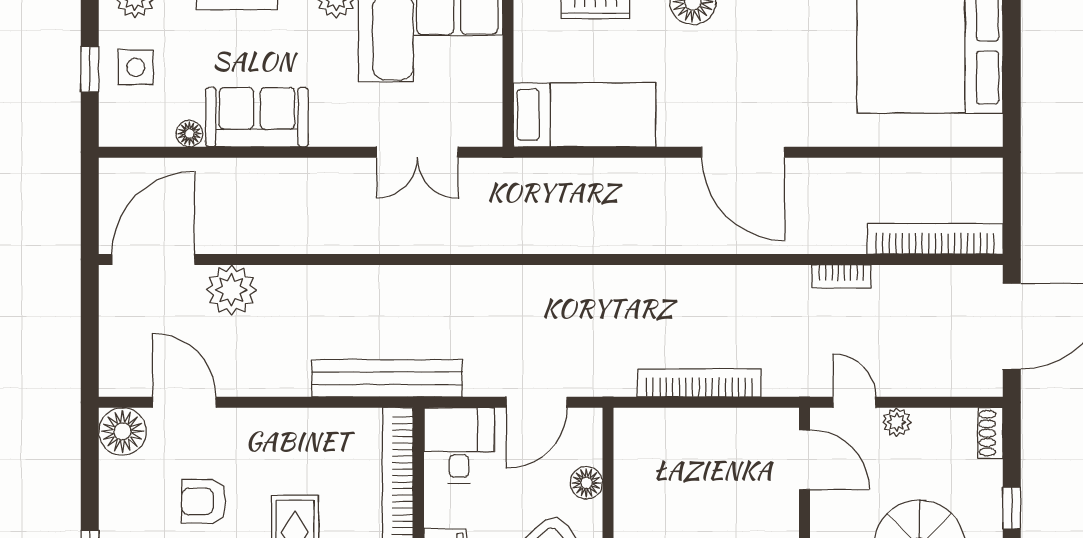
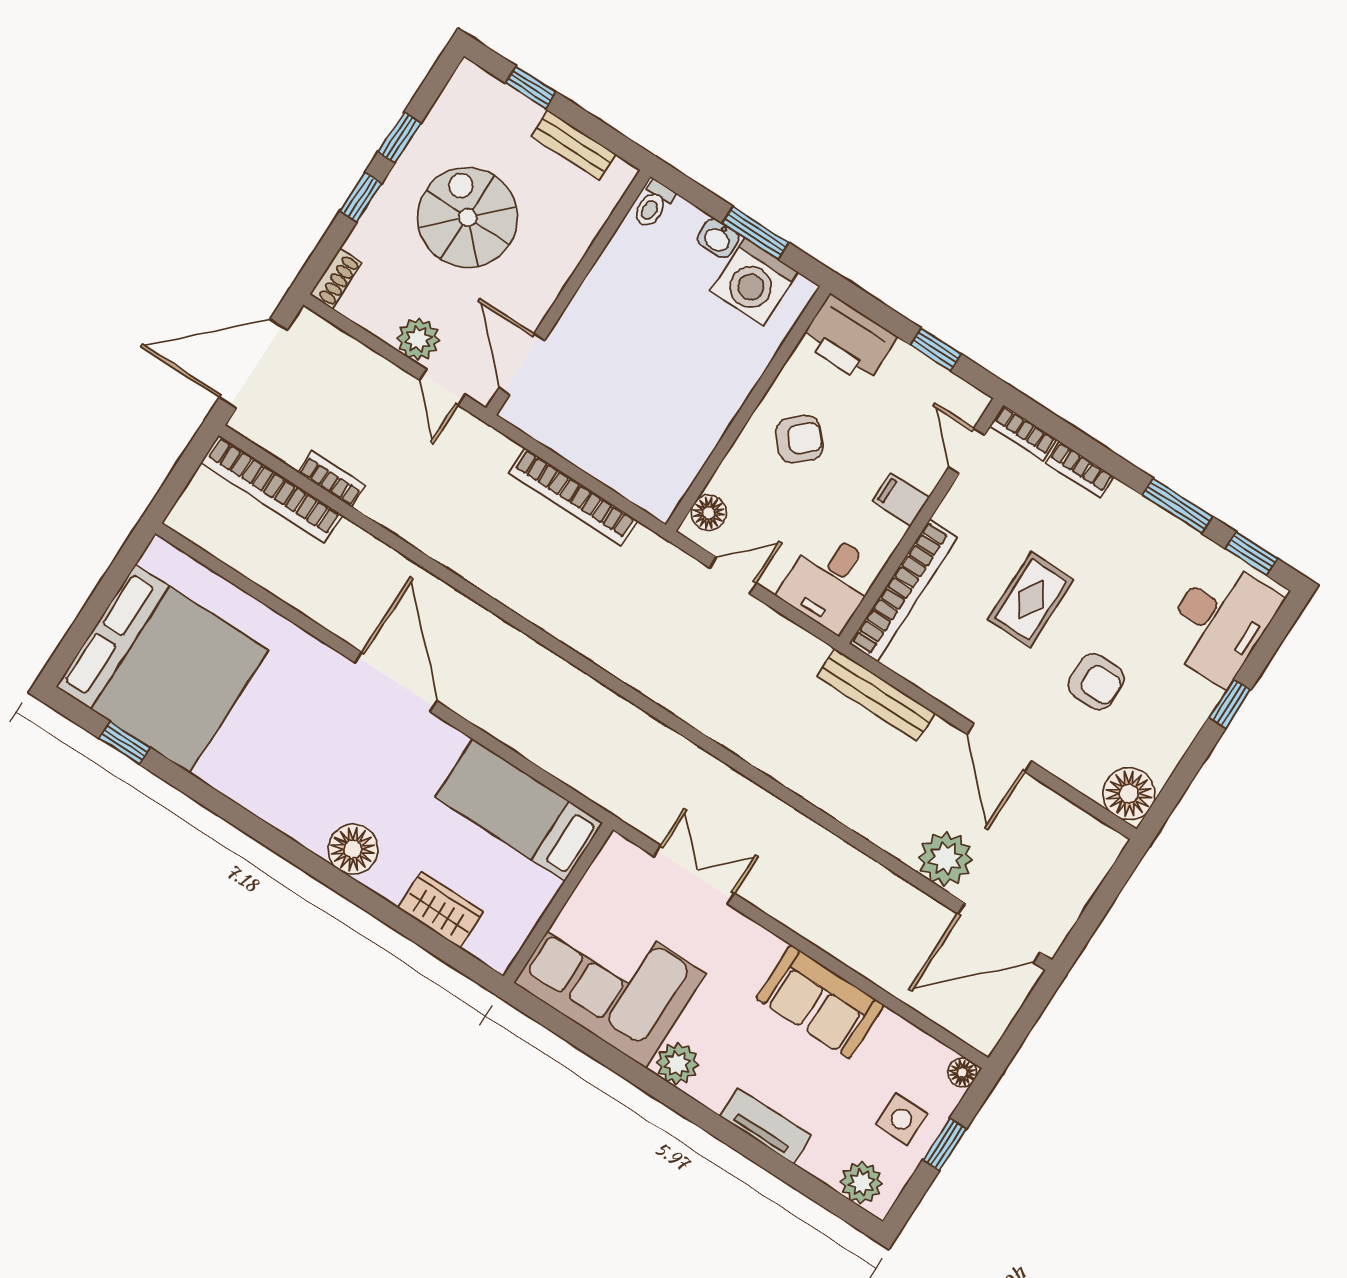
floor lamp: (189, 134) -> (962, 1072), moved
bookcase: (841, 277) -> (332, 479), moved
bench: (387, 378) -> (876, 695), width x0.73, depth x0.82
door: (184, 402) -> (999, 748), moved
door: (537, 402) -> (733, 575), width x0.73
plant: (897, 422) -> (418, 339), width x1.38, depth x1.38
floor lamp: (586, 483) -> (709, 513), moved

